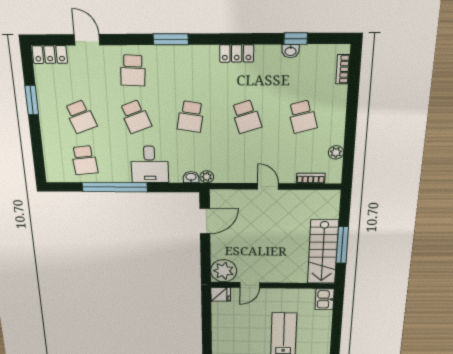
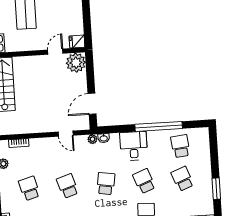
door: (268, 186) -> (66, 134), moved

